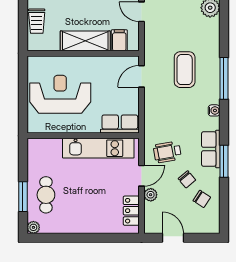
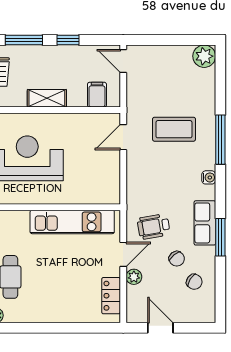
shelving: (85, 41) -> (47, 98), width x0.67, depth x0.75
coffee table: (185, 70) -> (174, 129), turned 90
row of seats: (120, 124) -> (98, 193), removed

